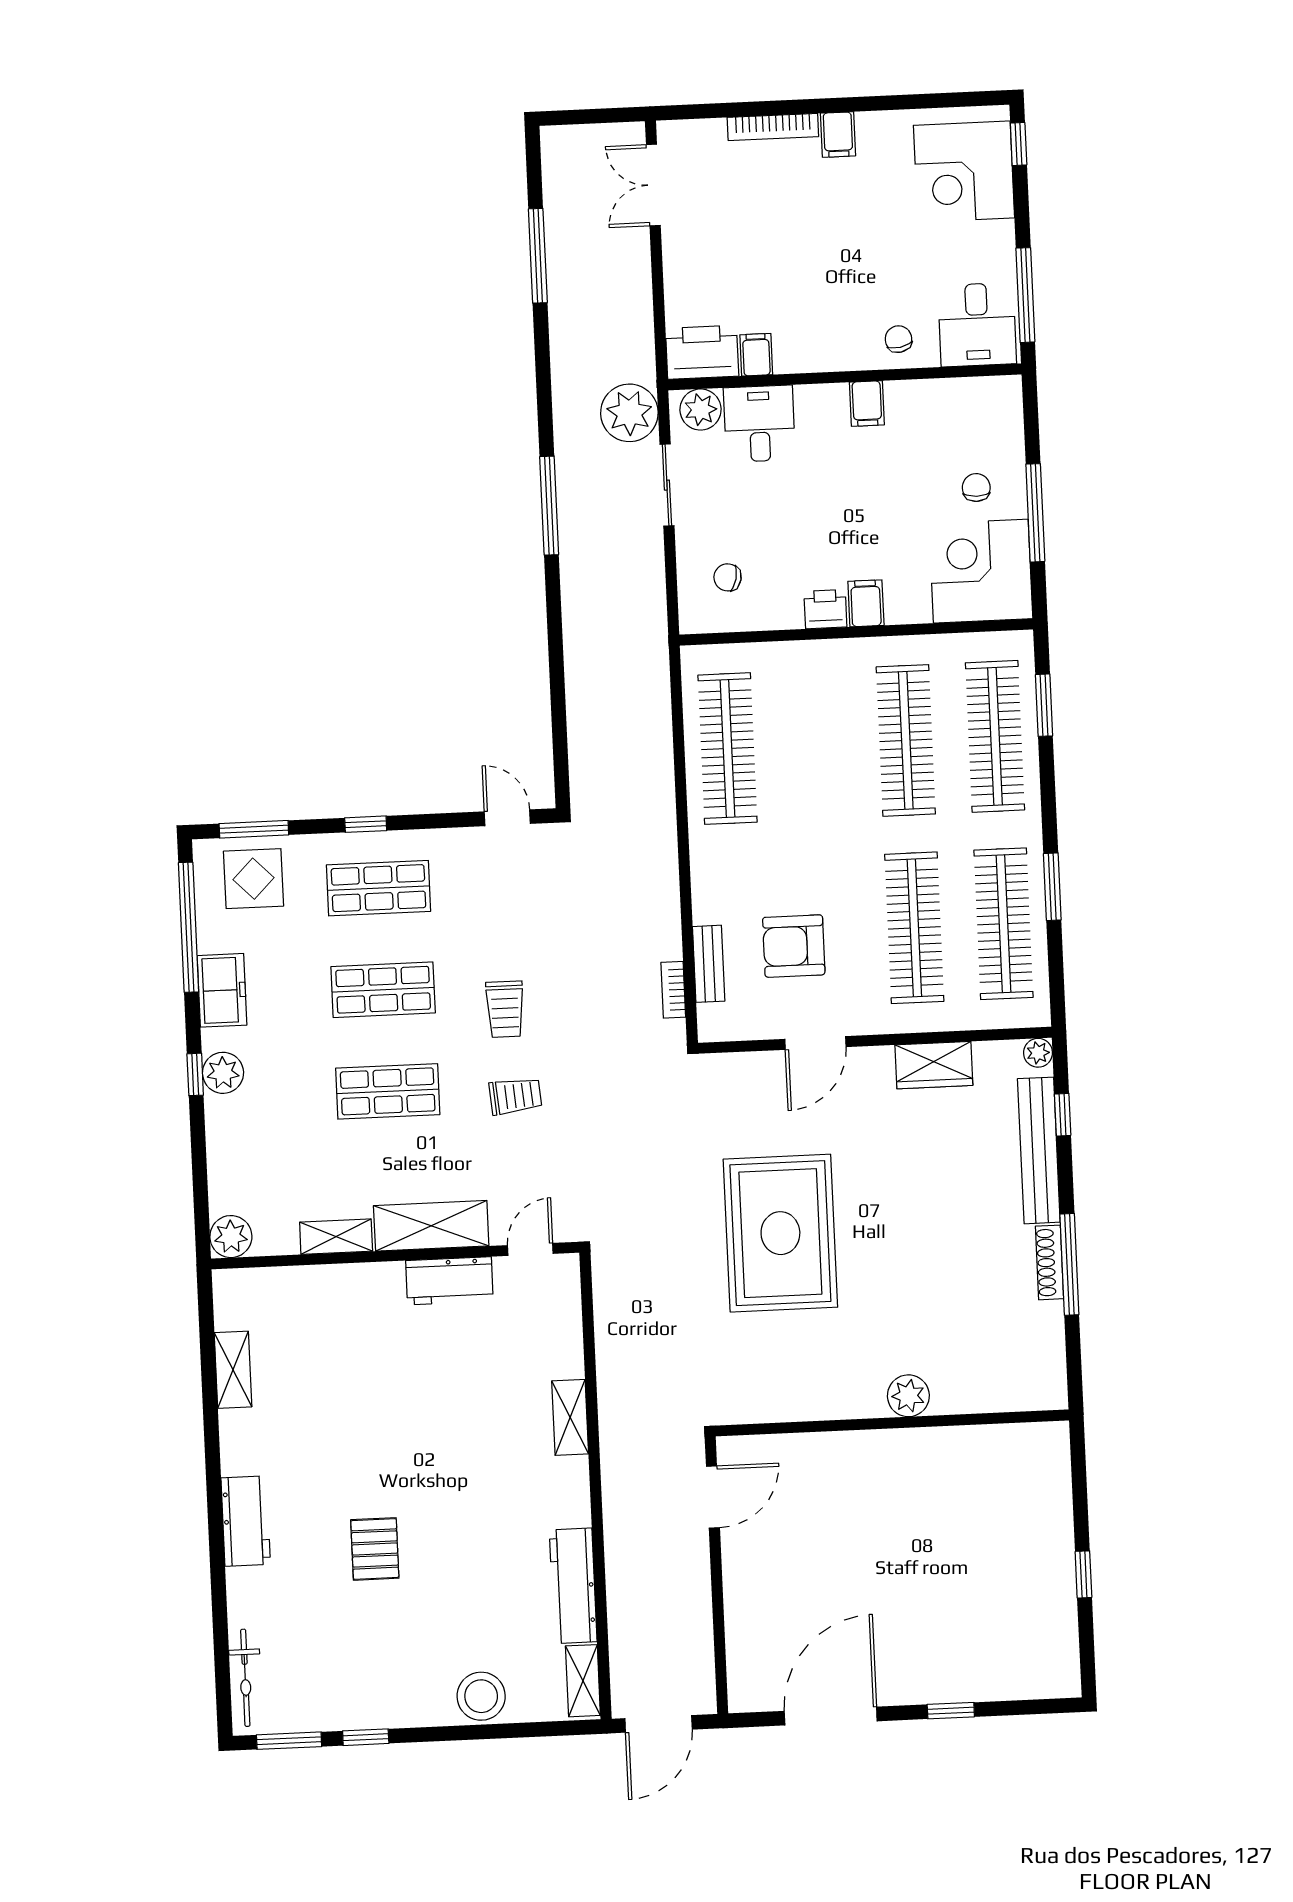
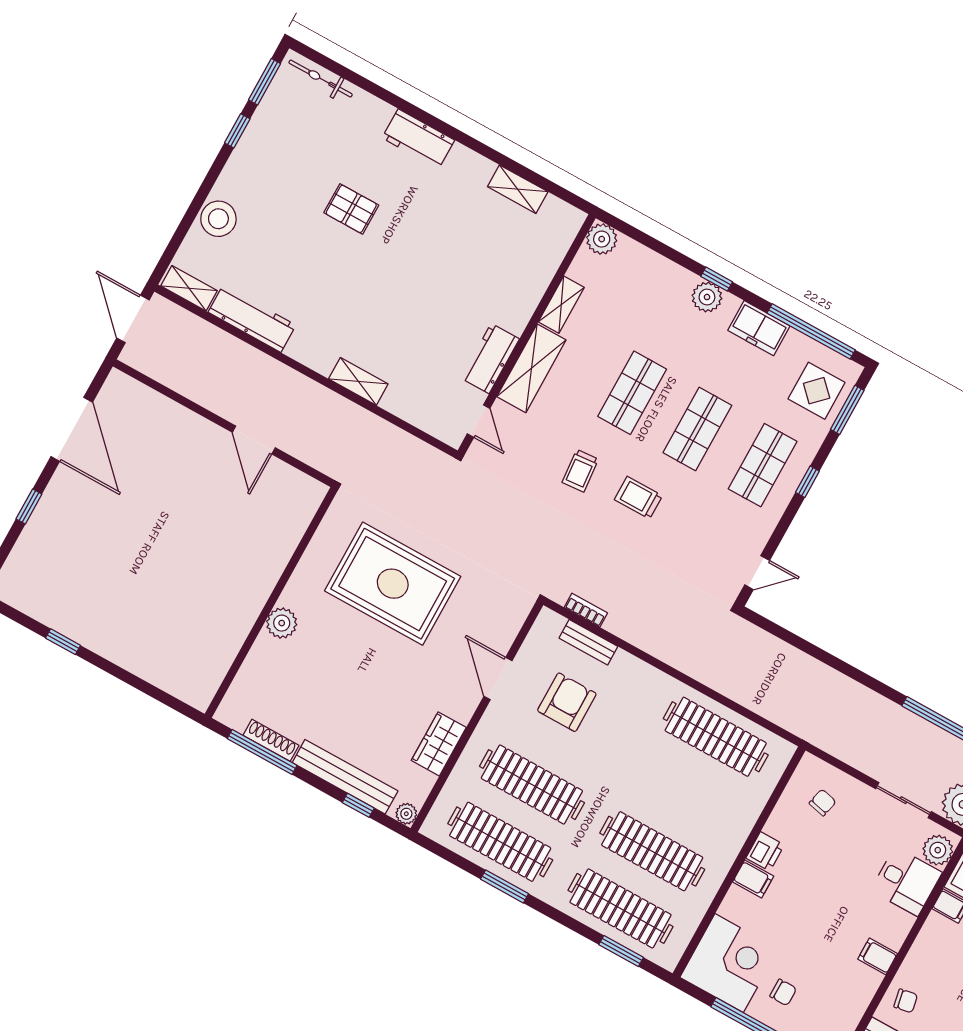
plant: (908, 1396) -> (282, 623), moved
wall: (892, 1423) -> (271, 602), moved

